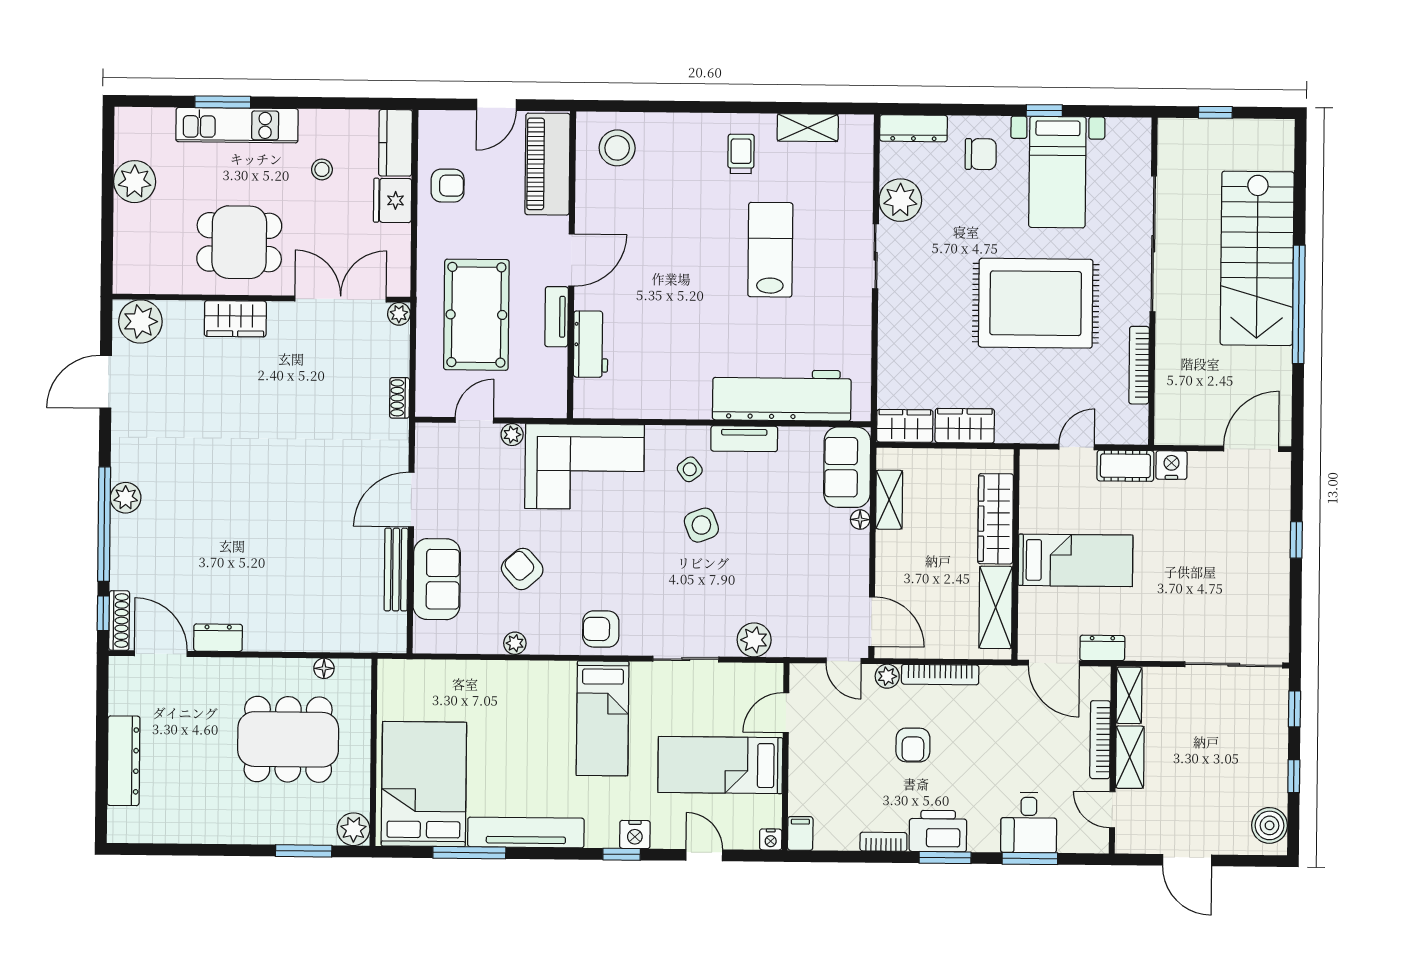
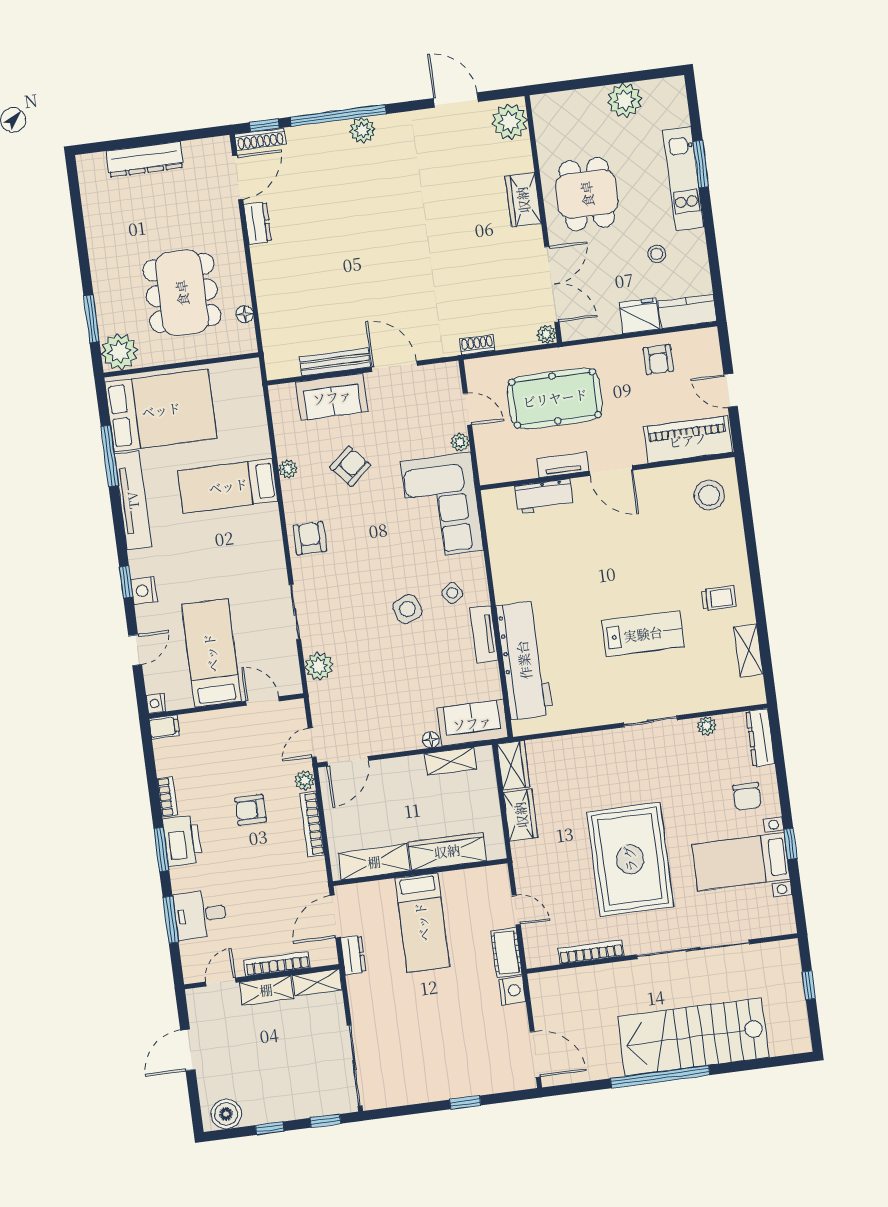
plant: (900, 200) -> (707, 726), width x0.53, depth x0.53
bed: (603, 718) -> (228, 486), moved
plant: (353, 829) -> (120, 352), width x1.36, depth x1.36

